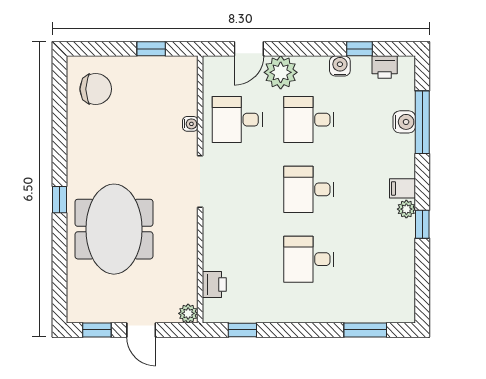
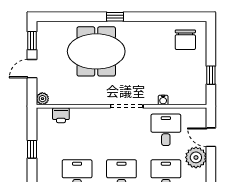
window: (242, 330) -> (32, 149), moved

